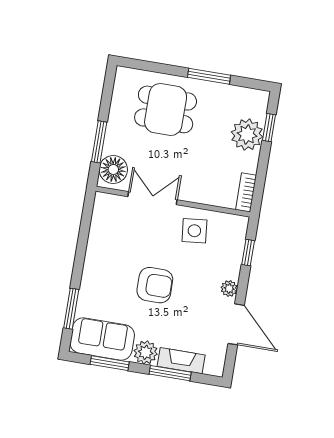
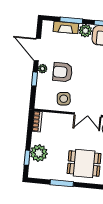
window: (248, 253) -> (35, 79), moved
armchair: (155, 285) -> (63, 72), moved

